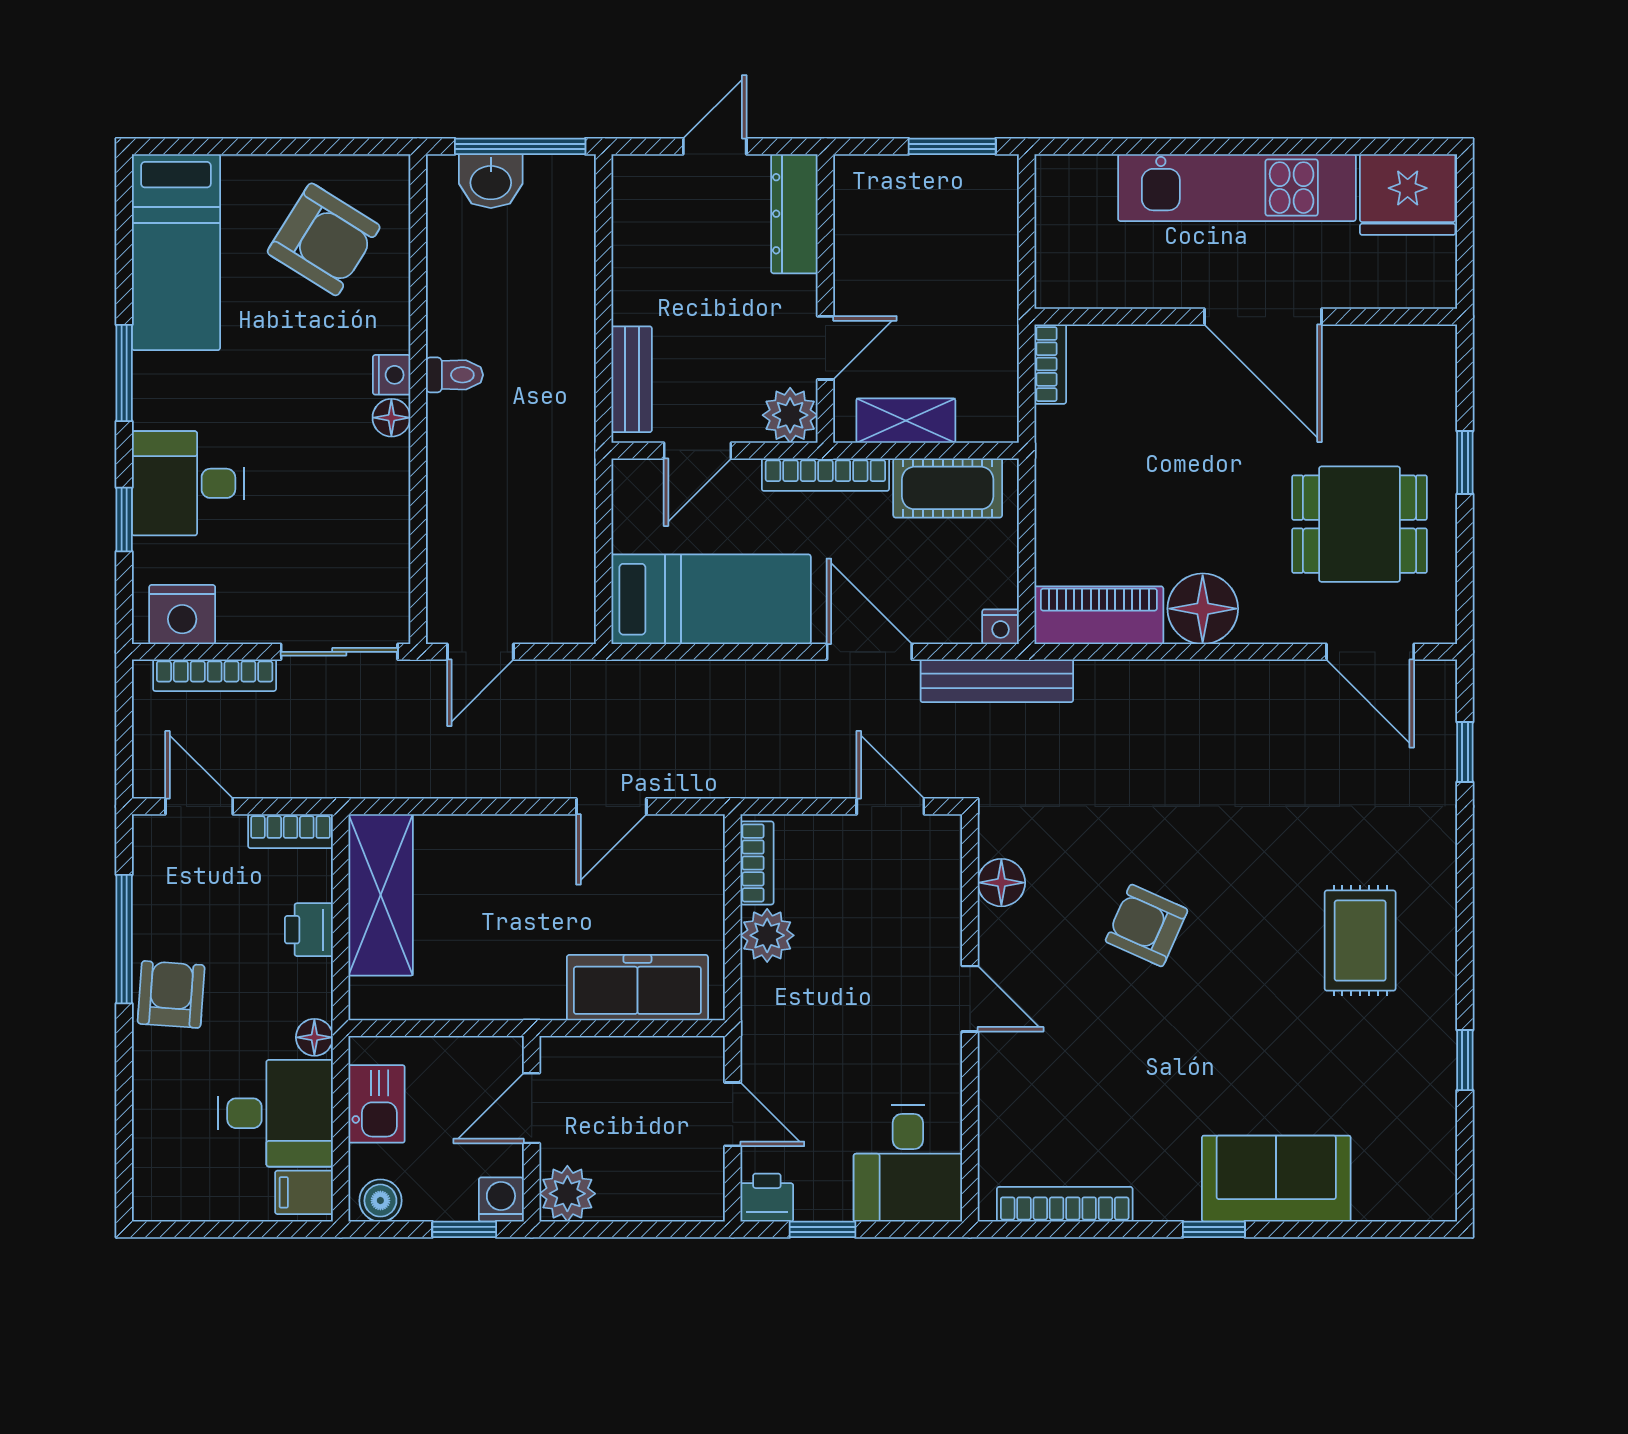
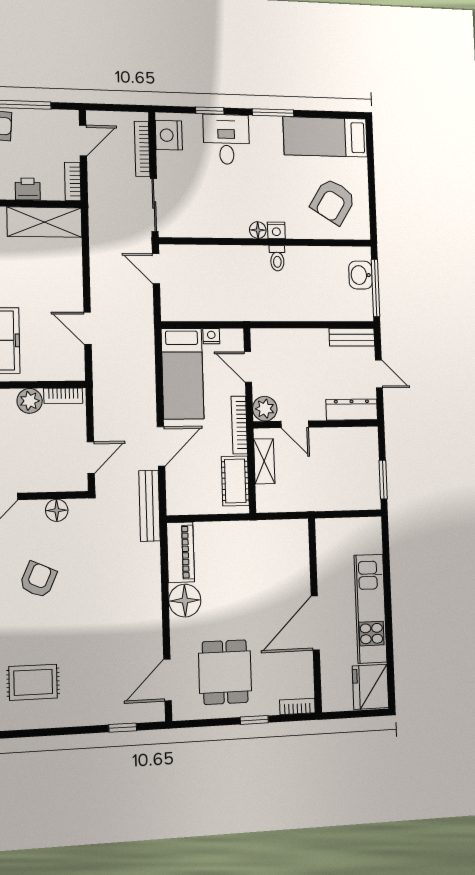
bookcase: (1050, 364) -> (297, 706), moved, turned 180
bench: (632, 379) -> (352, 337), moved
nightstand: (1001, 627) -> (211, 336), moved, turned 90

